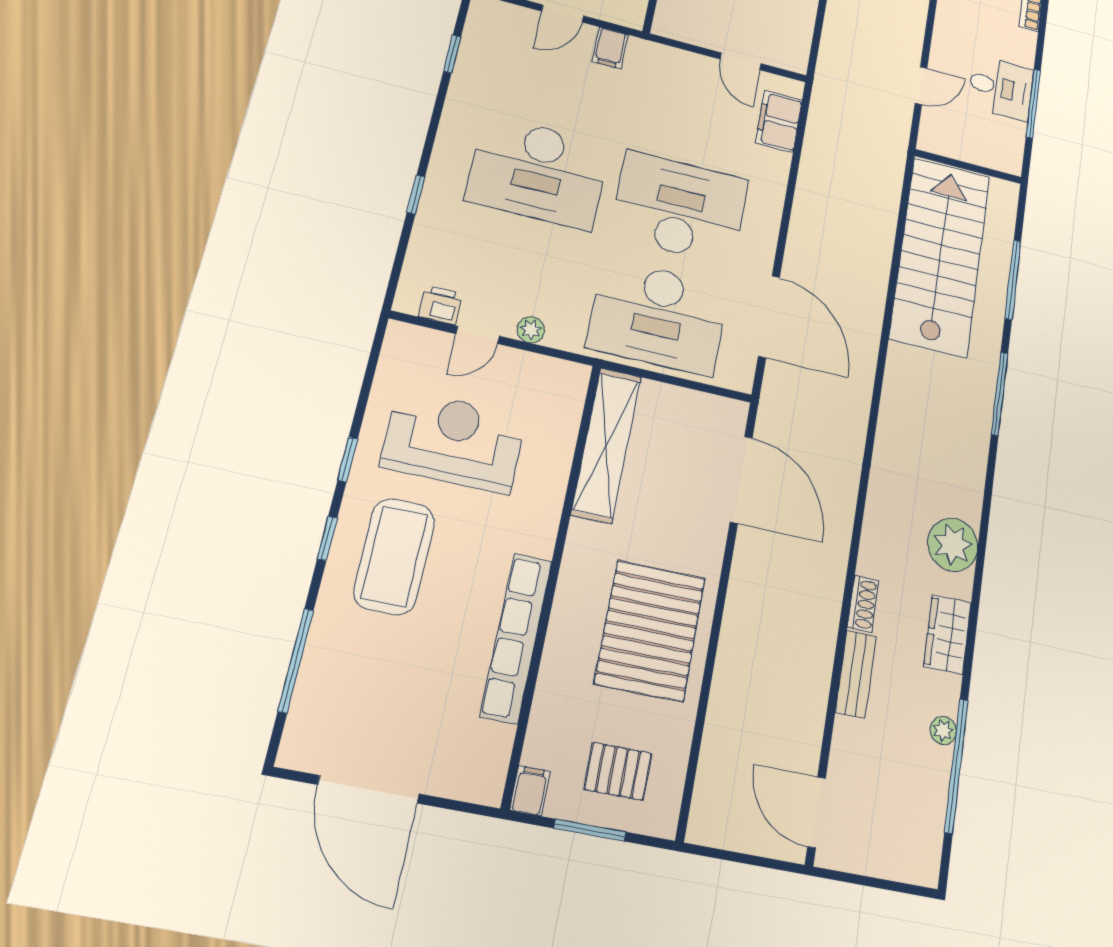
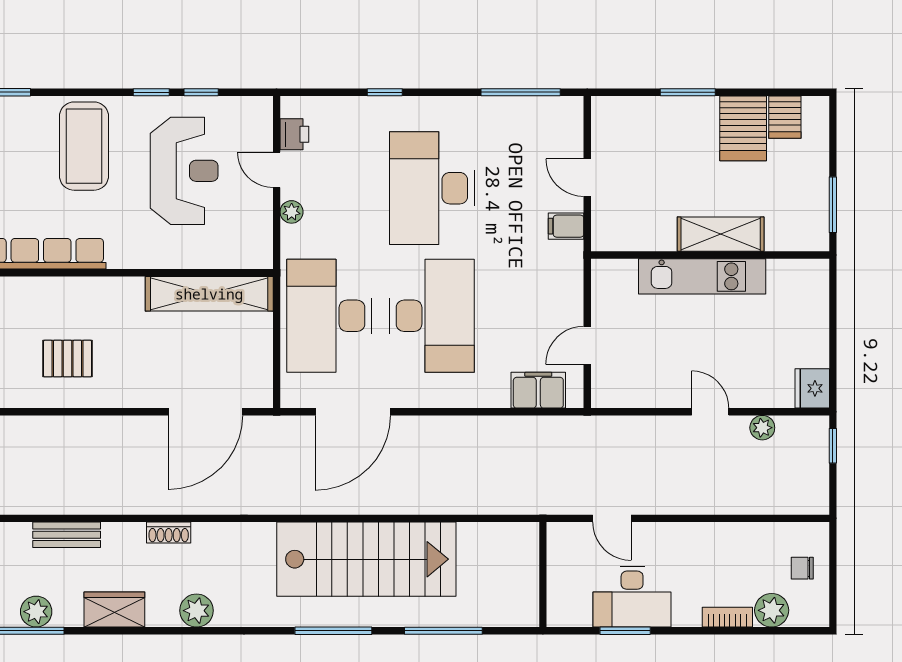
window: (452, 54) -> (521, 92), width x2.17
desk: (1001, 88) -> (632, 597), width x1.37
window: (1033, 103) -> (625, 631), width x0.69
stairs: (940, 256) -> (366, 559), moved
window: (327, 538) -> (201, 92), moved
plant: (953, 545) -> (197, 611), width x0.73, depth x0.73
coffee table: (394, 556) -> (84, 146), turned 90
shoe rack: (863, 604) -> (169, 533), moved
pallet: (650, 631) -> (68, 359), width x0.49, depth x0.50
plant: (943, 731) -> (36, 612), width x1.38, depth x1.38

